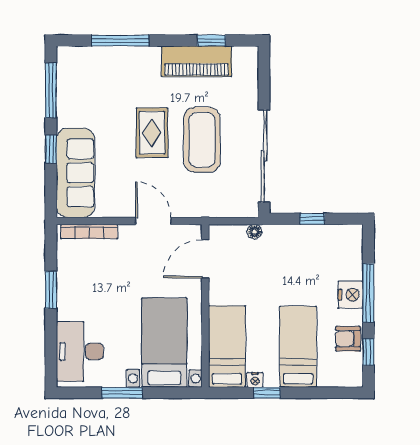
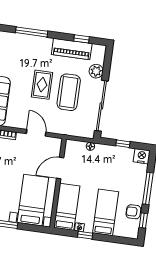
plant: (246, 95) -> (96, 71), added
door: (205, 259) -> (60, 168), moved
nightstand: (351, 295) -> (142, 156), moved, turned -90

